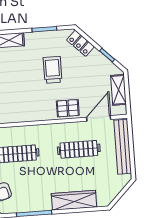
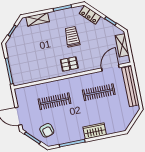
pallet: (68, 108) -> (69, 64), moved
wardrobe: (74, 200) -> (95, 131), width x0.67

